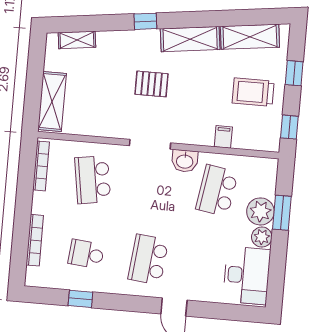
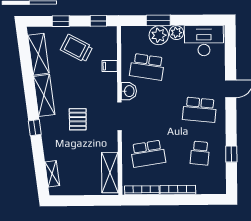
trolley: (253, 92) -> (77, 48), turned 118
shelving: (52, 101) -> (110, 173), moved, turned 90
bookcase: (35, 240) -> (178, 190), moved

